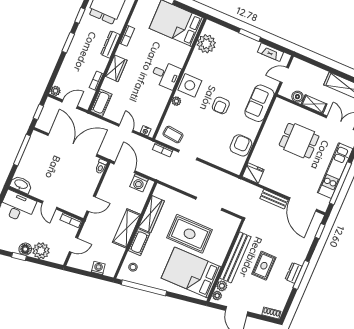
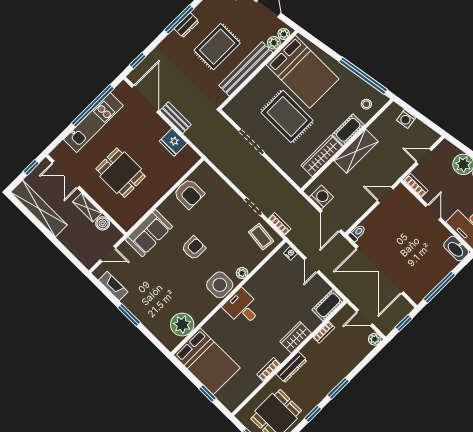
armchair: (241, 145) -> (189, 194), turned -90
fridge: (253, 173) -> (173, 142), moved
rug: (264, 266) -> (217, 47), width x1.36, depth x1.43

